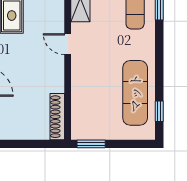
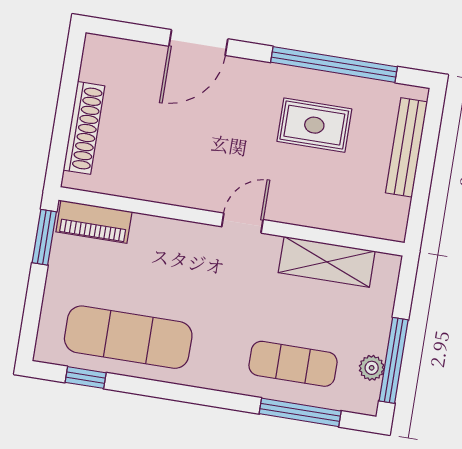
shoe rack: (57, 117) -> (84, 128), moved, turned 90
piano: (79, 120) -> (94, 222), added

